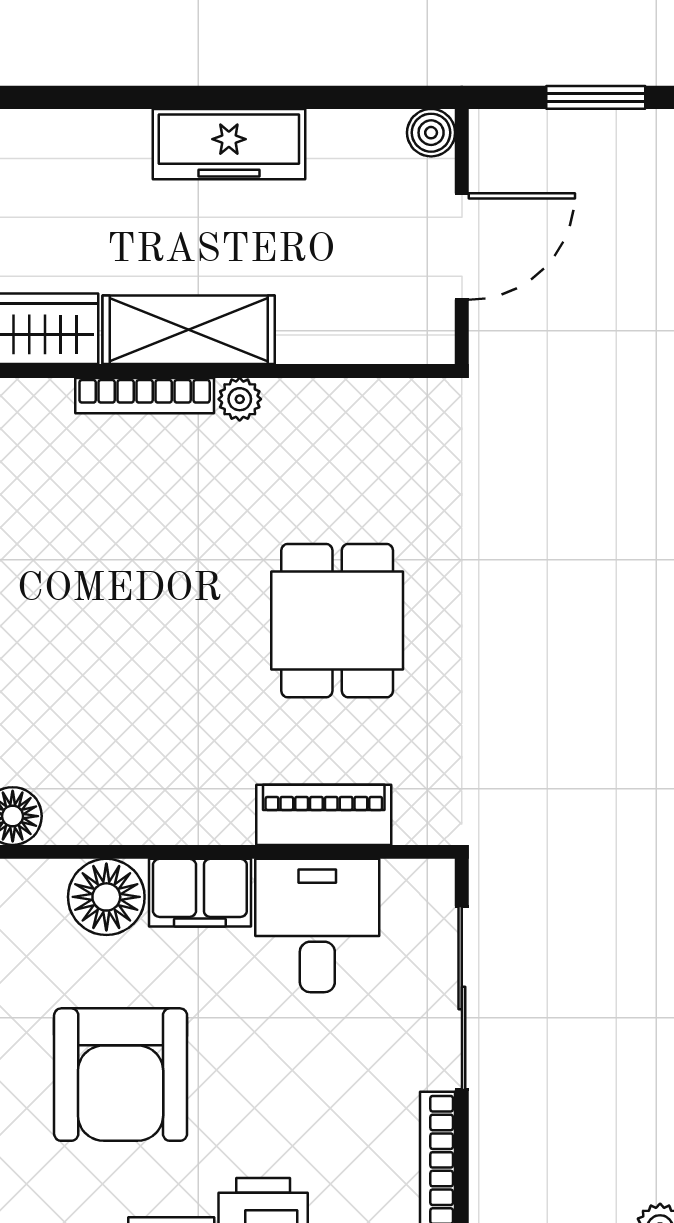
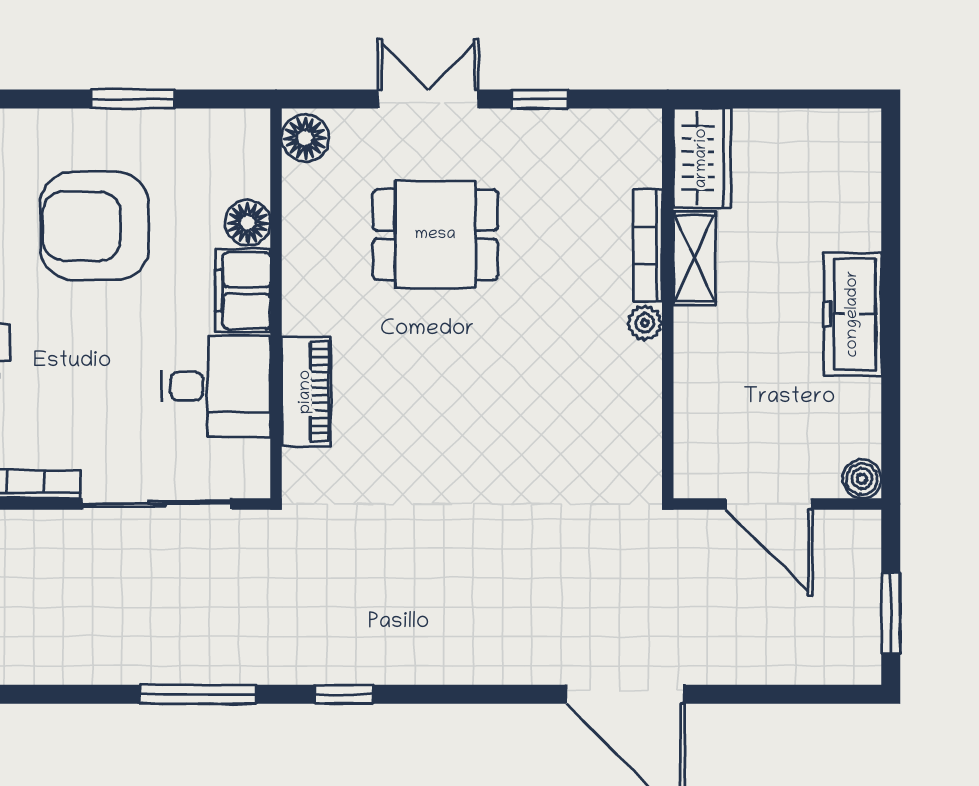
shelving: (189, 330) -> (694, 258), width x0.67, depth x0.75
dining table: (337, 621) -> (435, 235), moved
floor lamp: (106, 897) -> (248, 223), width x0.73, depth x0.73

